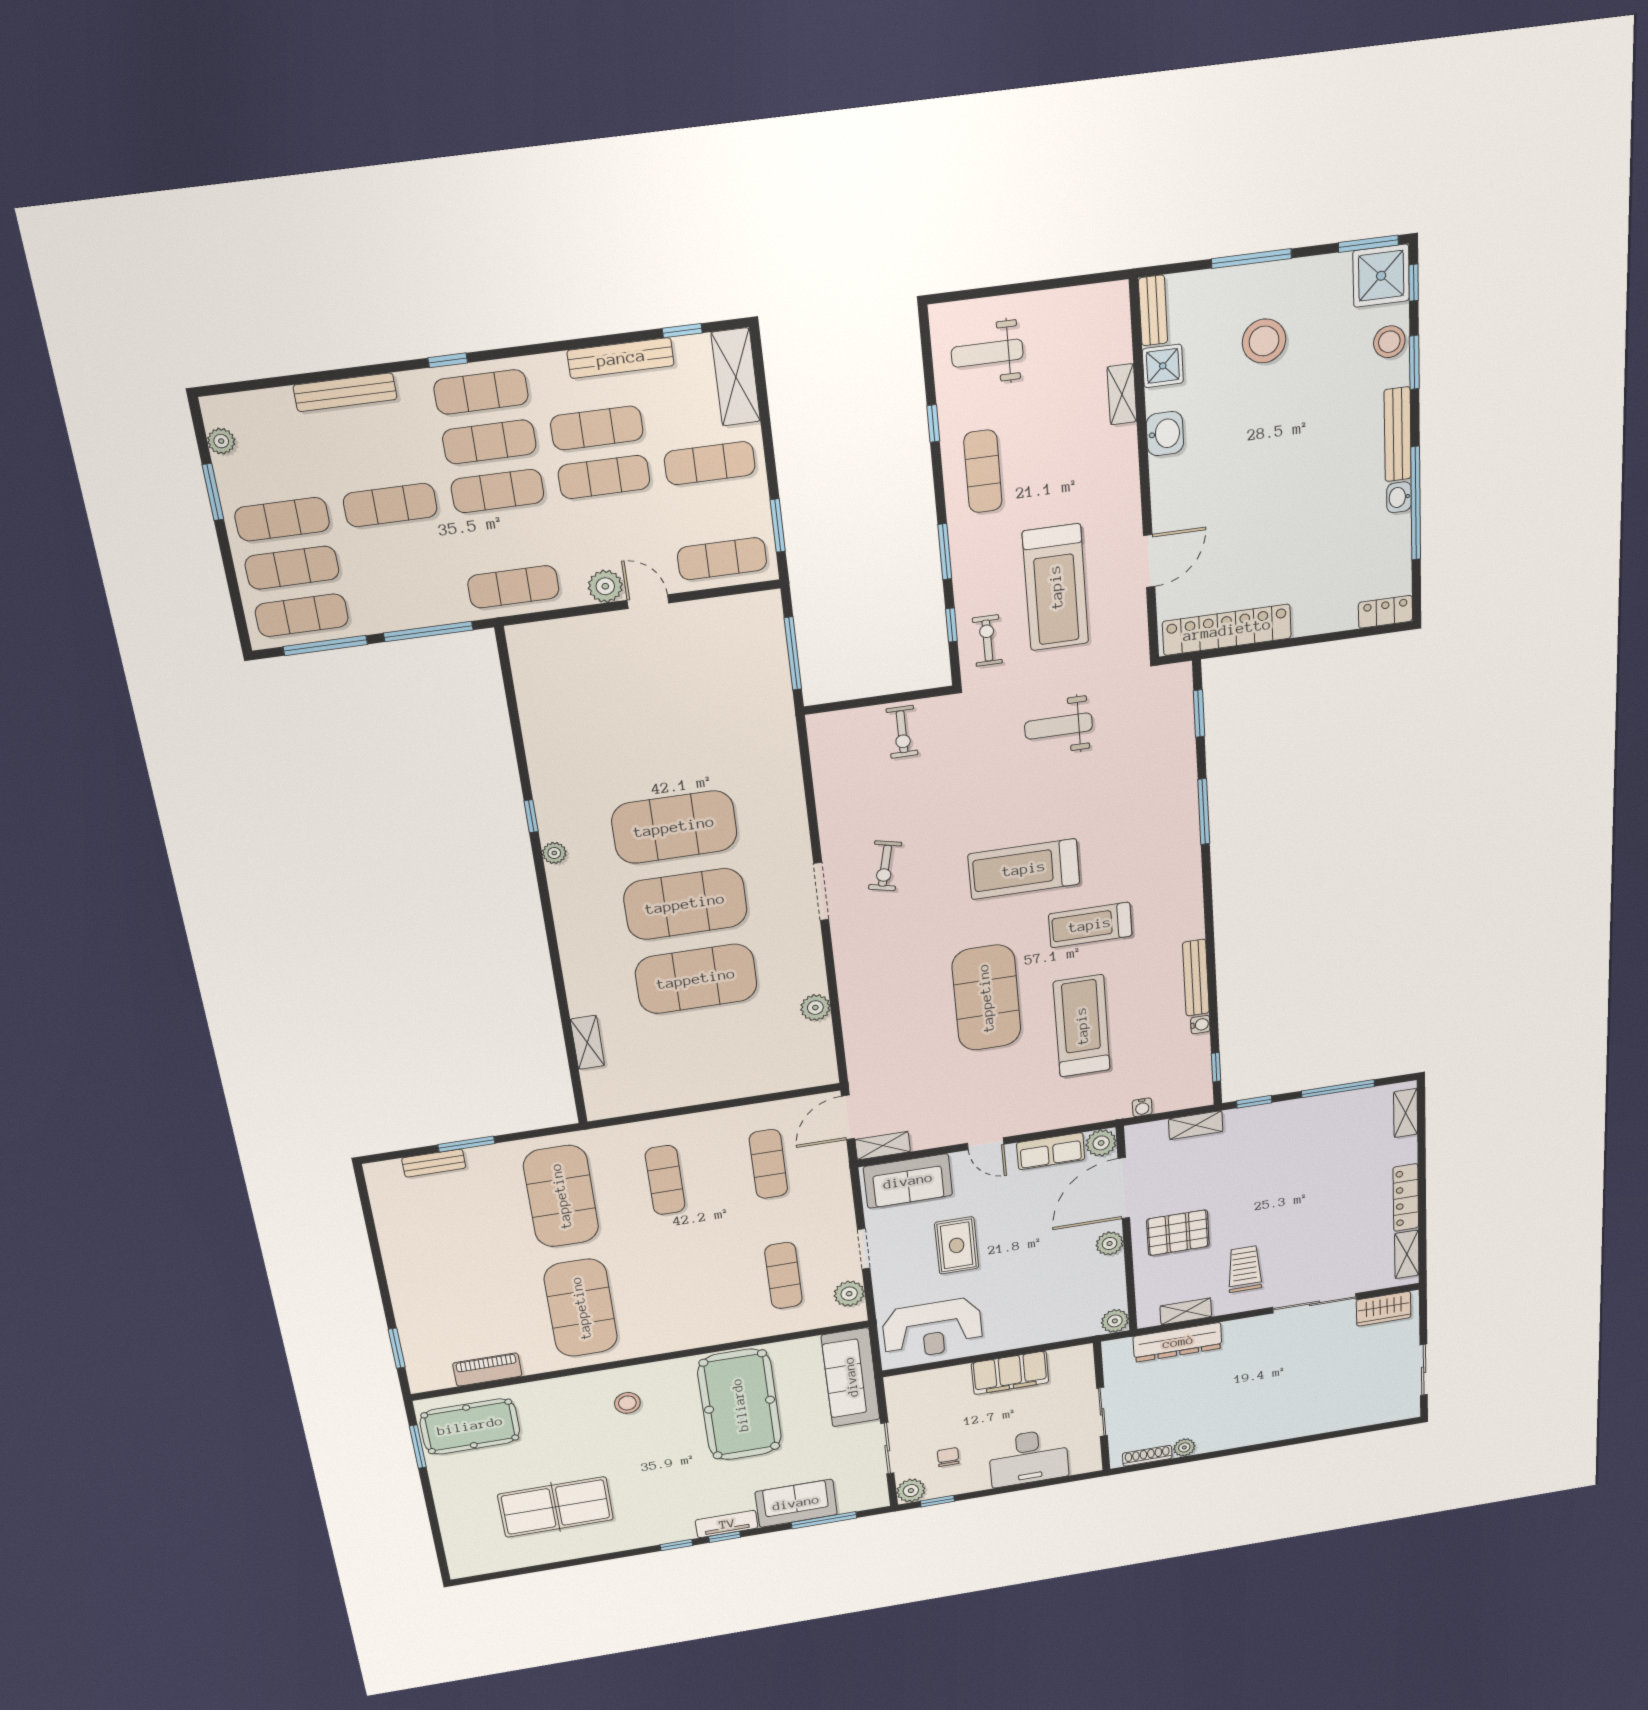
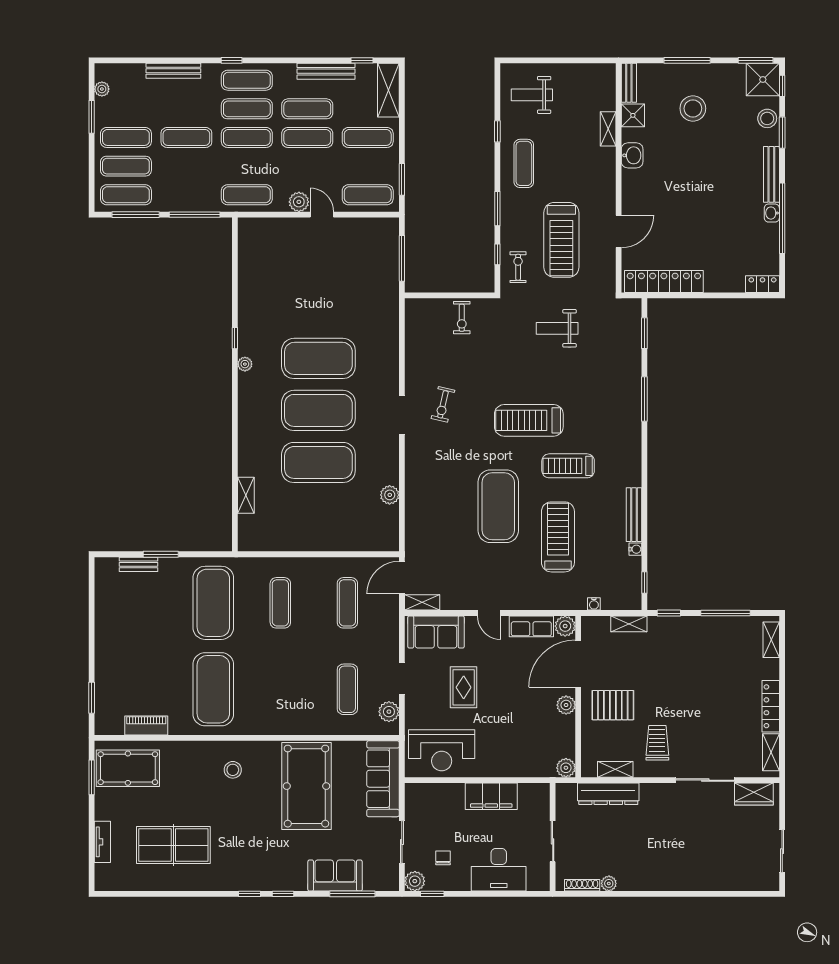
tv unit: (727, 1524) -> (102, 842), moved, turned 90

